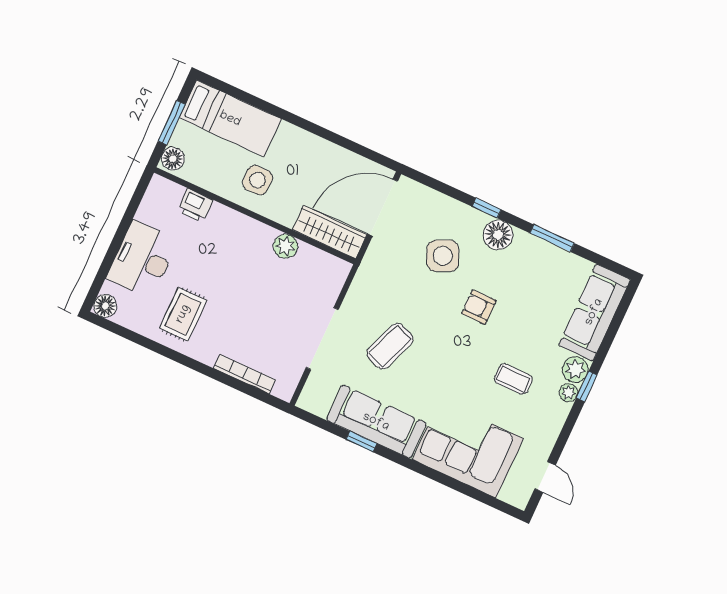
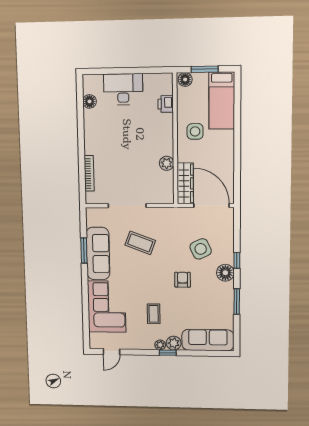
floor lamp: (105, 306) -> (89, 101), moved
rug: (183, 314) -> (105, 126), removed
window: (361, 442) -> (84, 251), width x1.50

